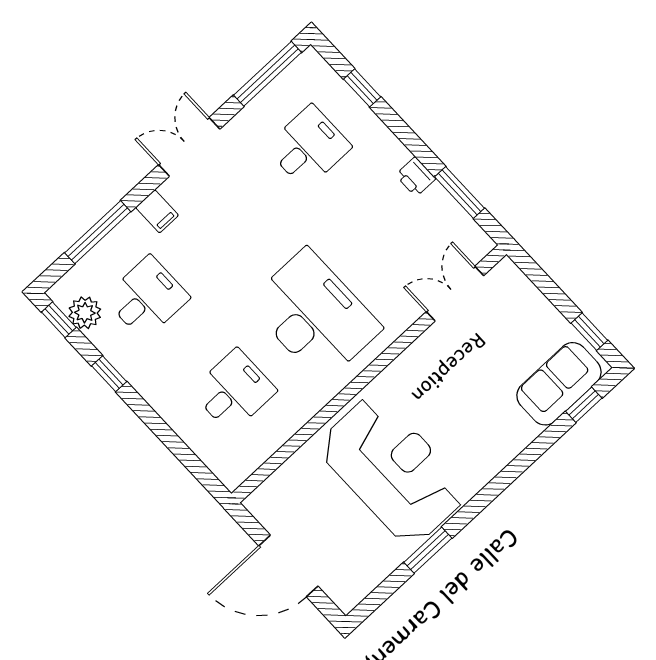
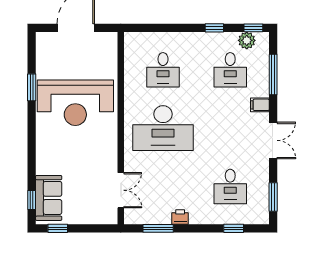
window: (268, 74) -> (273, 197), width x0.69

